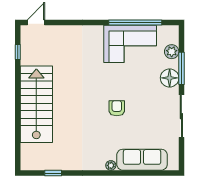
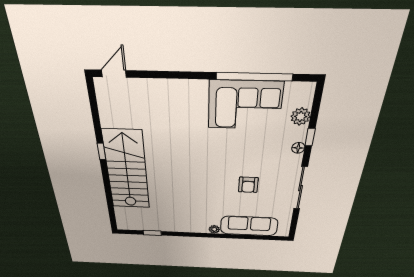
window: (18, 52) -> (102, 151), moved
window: (181, 68) -> (310, 137), width x0.46
floor lamp: (170, 78) -> (298, 148), width x0.53, depth x0.53
armchair: (117, 108) -> (248, 185), moved, turned 180

